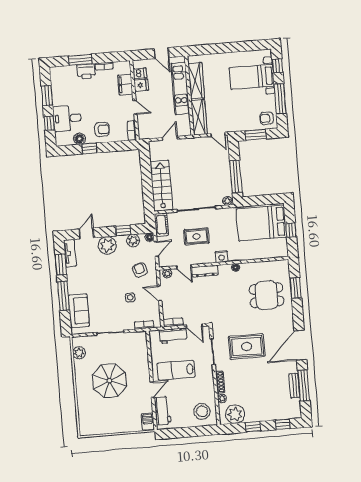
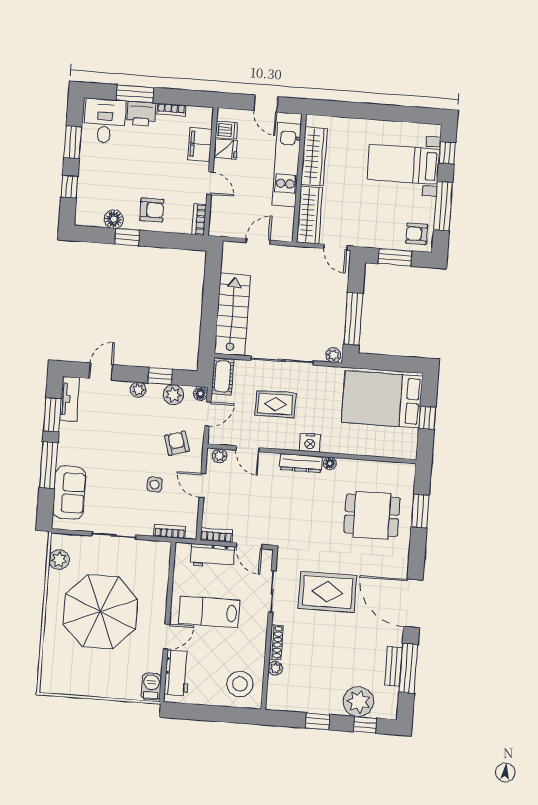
desk: (67, 118) -> (105, 121), moved, turned 90
plant: (107, 245) -> (138, 390), width x0.53, depth x0.53
dresser: (205, 271) -> (301, 463), moved
door: (300, 345) -> (413, 603), hinge flipped
parasol: (109, 381) -> (100, 612), width x1.36, depth x1.36
plant: (235, 414) -> (358, 702), moved

